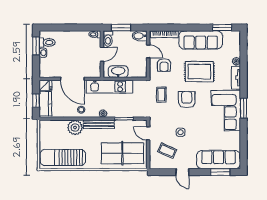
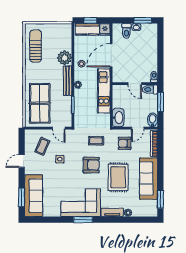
toilet: (47, 42) -> (126, 31), moved
washbasin: (118, 72) -> (118, 118), moved
door: (148, 134) -> (59, 128), swing flipped
sun lounger: (63, 158) -> (36, 46), width x0.73, depth x0.75

